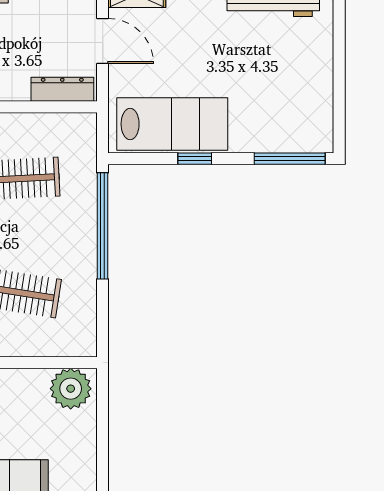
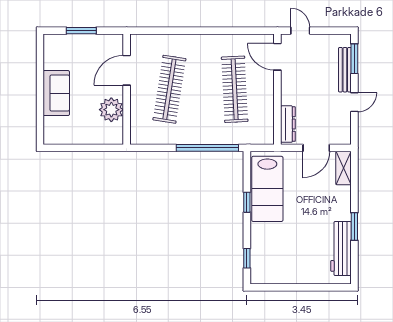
window: (290, 159) -> (247, 258), width x0.46
plant: (71, 389) -> (111, 110), moved

